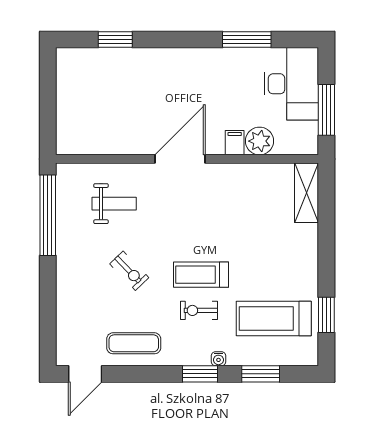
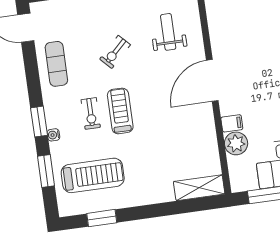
door: (180, 159) -> (212, 80), swing flipped
weight bench: (114, 204) -> (168, 32), turned 180
exercise bike: (199, 310) -> (91, 113), turned 180
treadmill: (274, 319) -> (93, 175), turned 90

